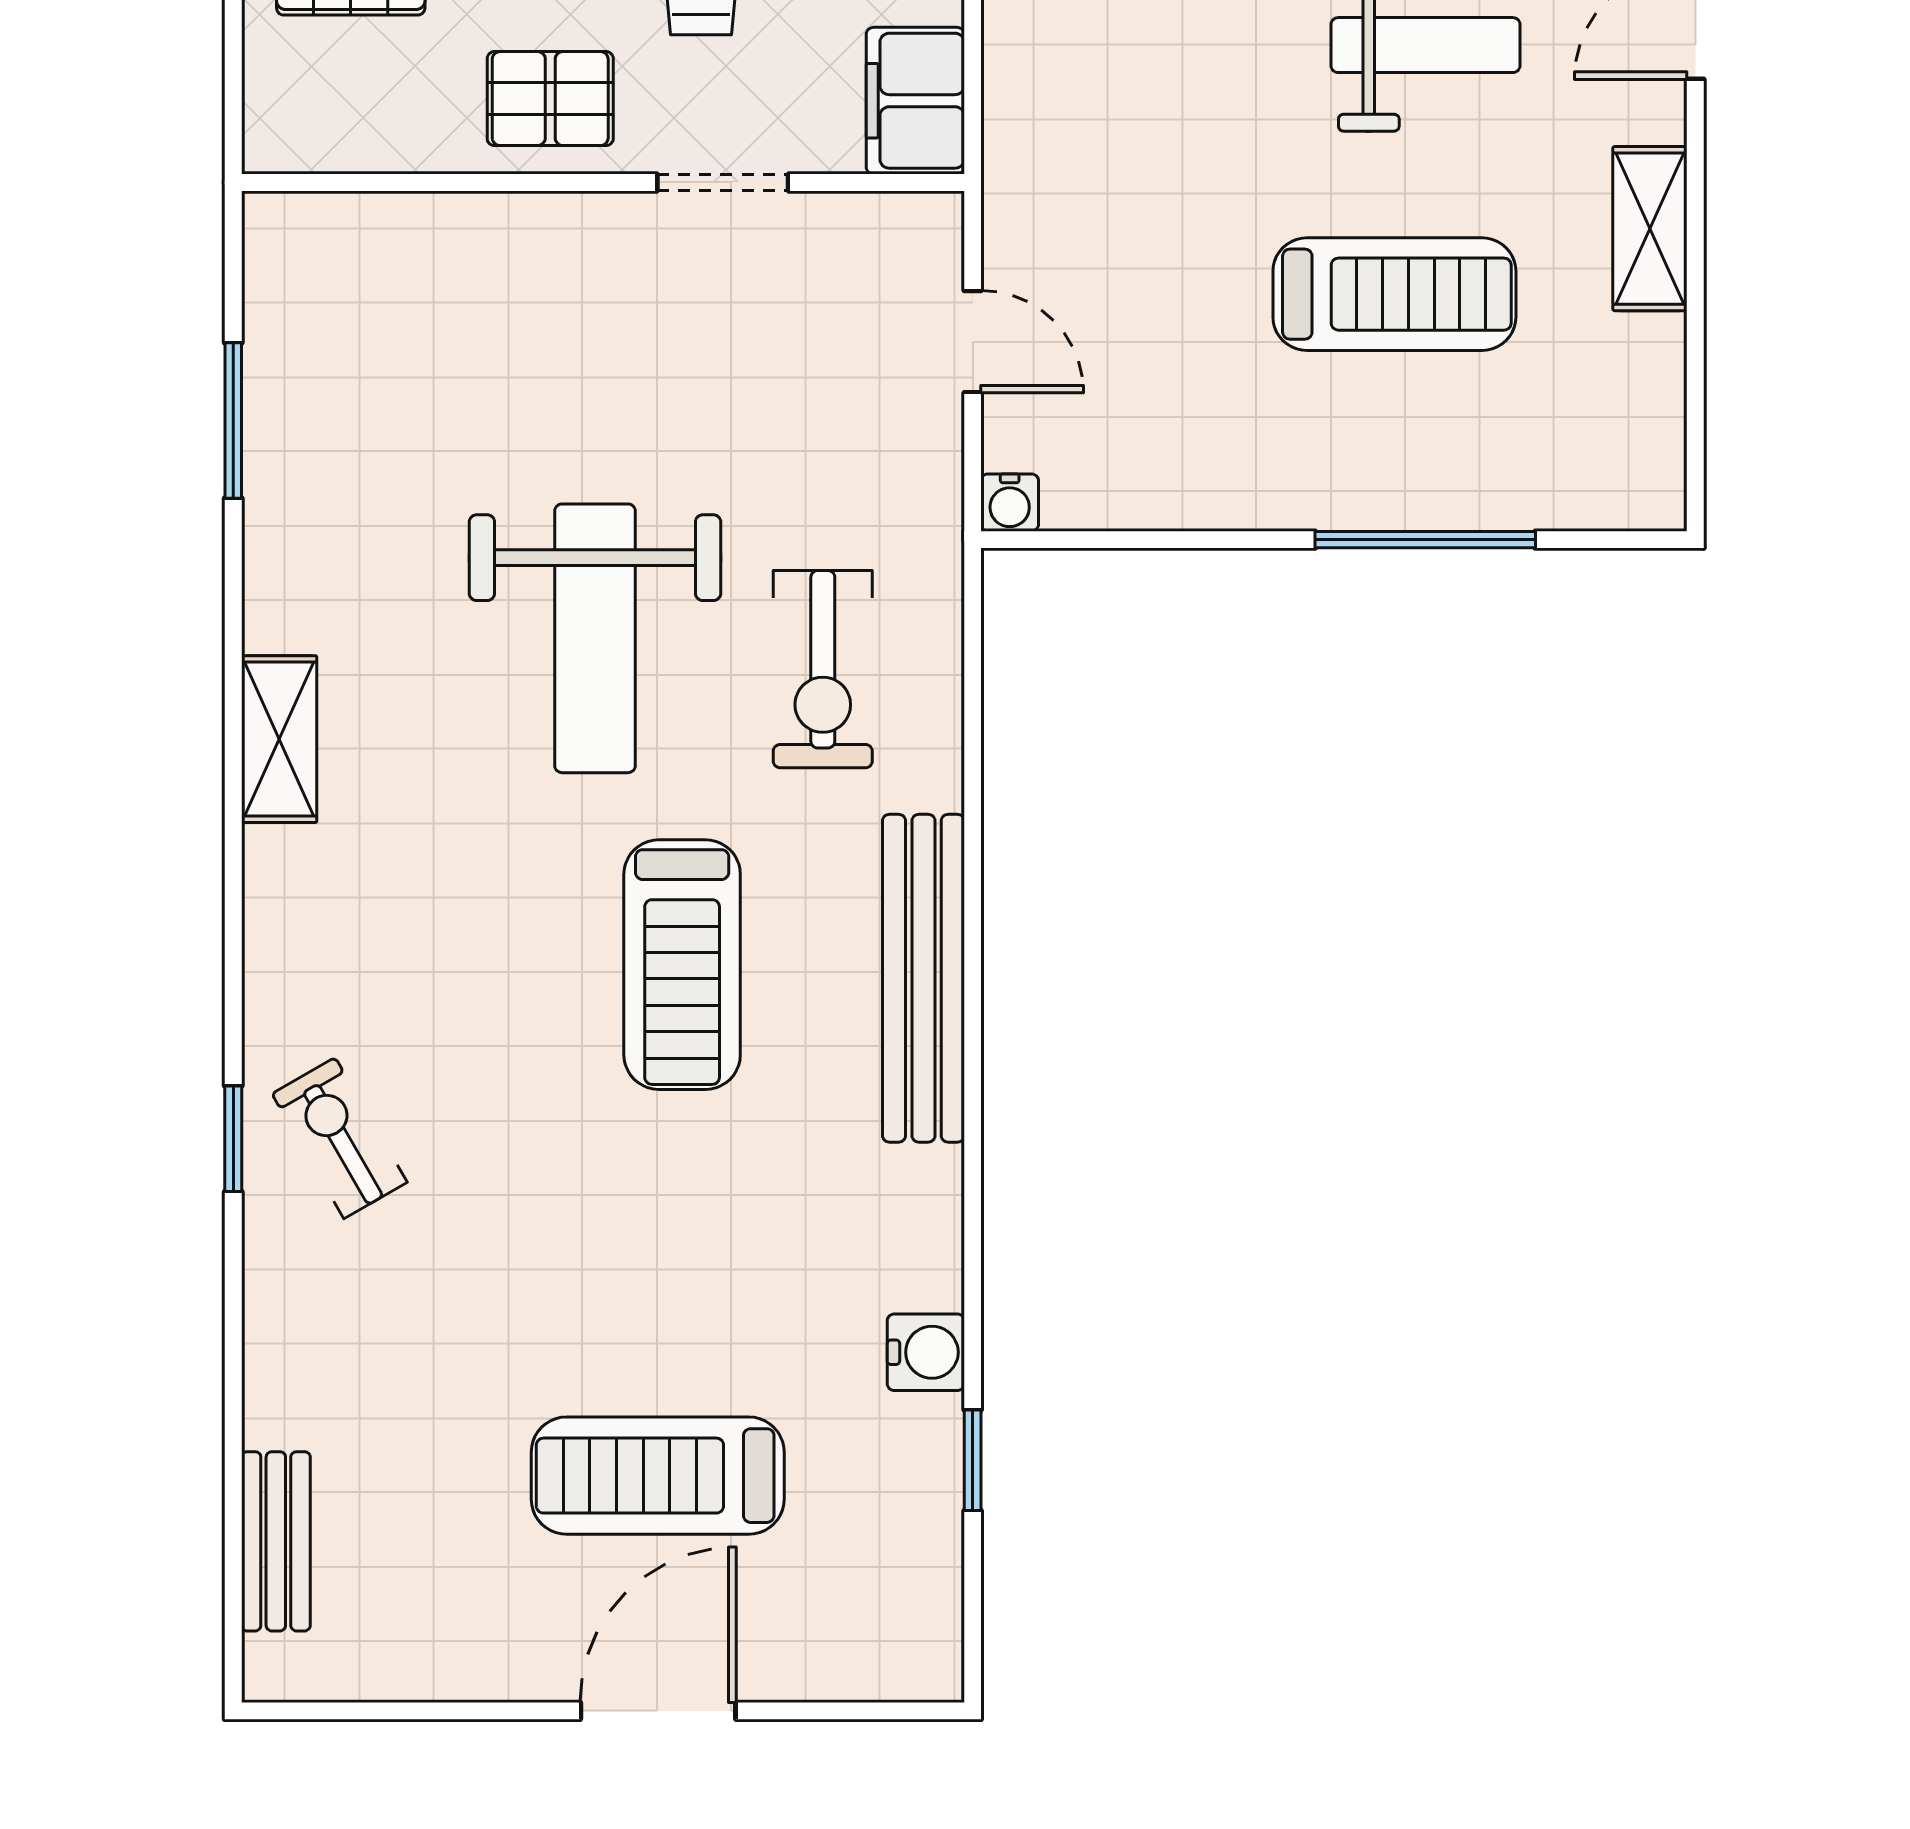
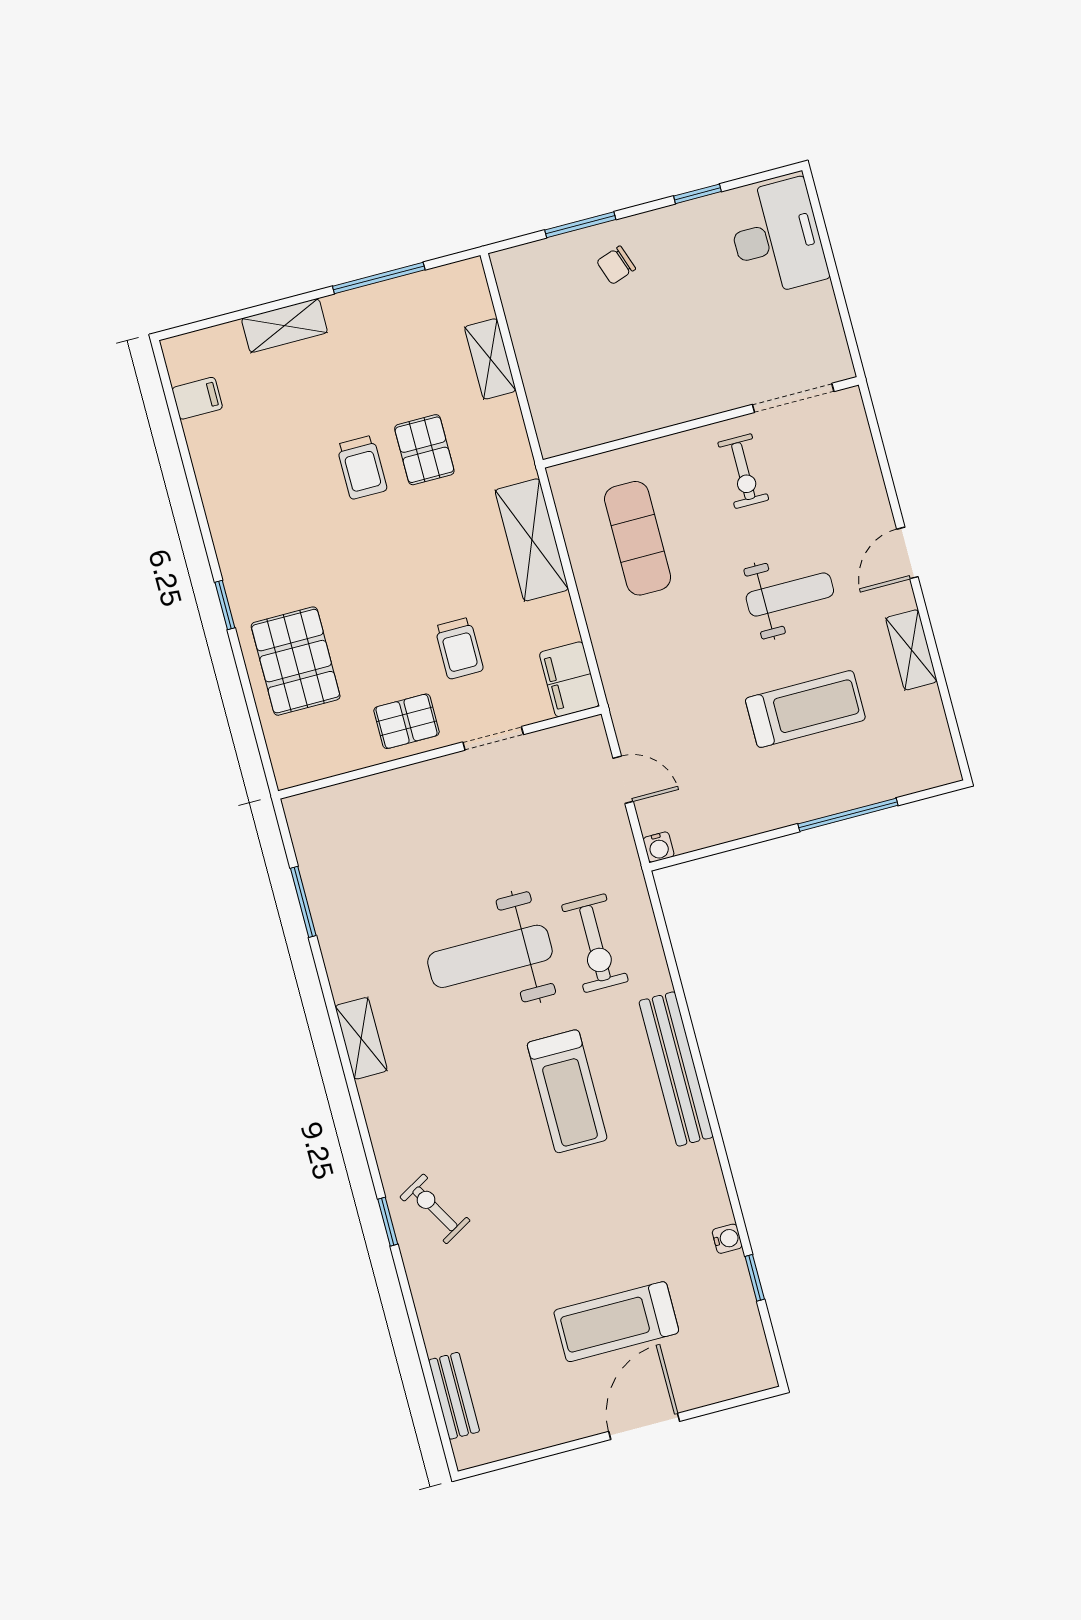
weight bench: (595, 638) -> (490, 956), turned 90
water cooler: (926, 1352) -> (727, 1239), width x0.72, depth x0.72

